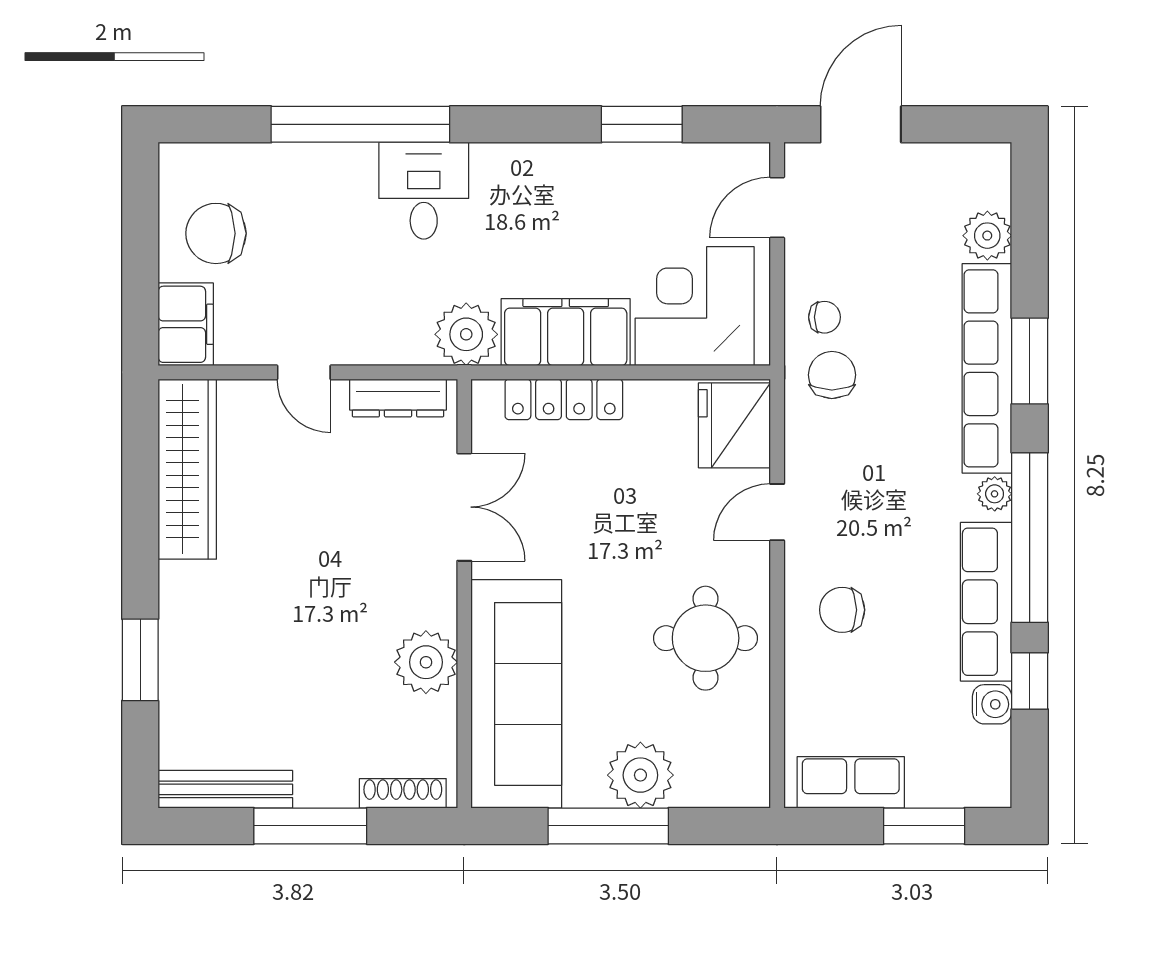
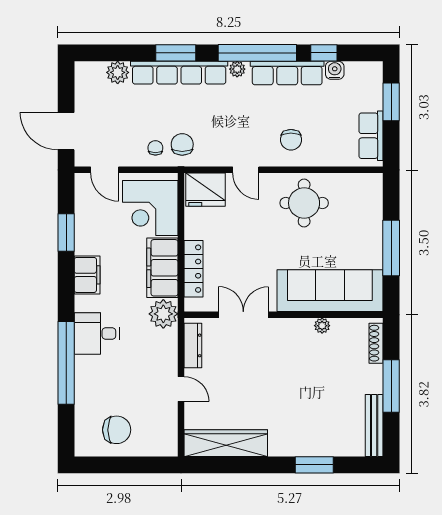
chair: (216, 233) -> (117, 430), turned -90
filing cabinet: (186, 324) -> (87, 275), moved, turned 90
door: (304, 372) -> (181, 389), hinge flipped
chair: (832, 375) -> (182, 144), turned 90
plant: (426, 662) -> (322, 326), width x0.53, depth x0.53
plant: (640, 775) -> (367, 233), removed

